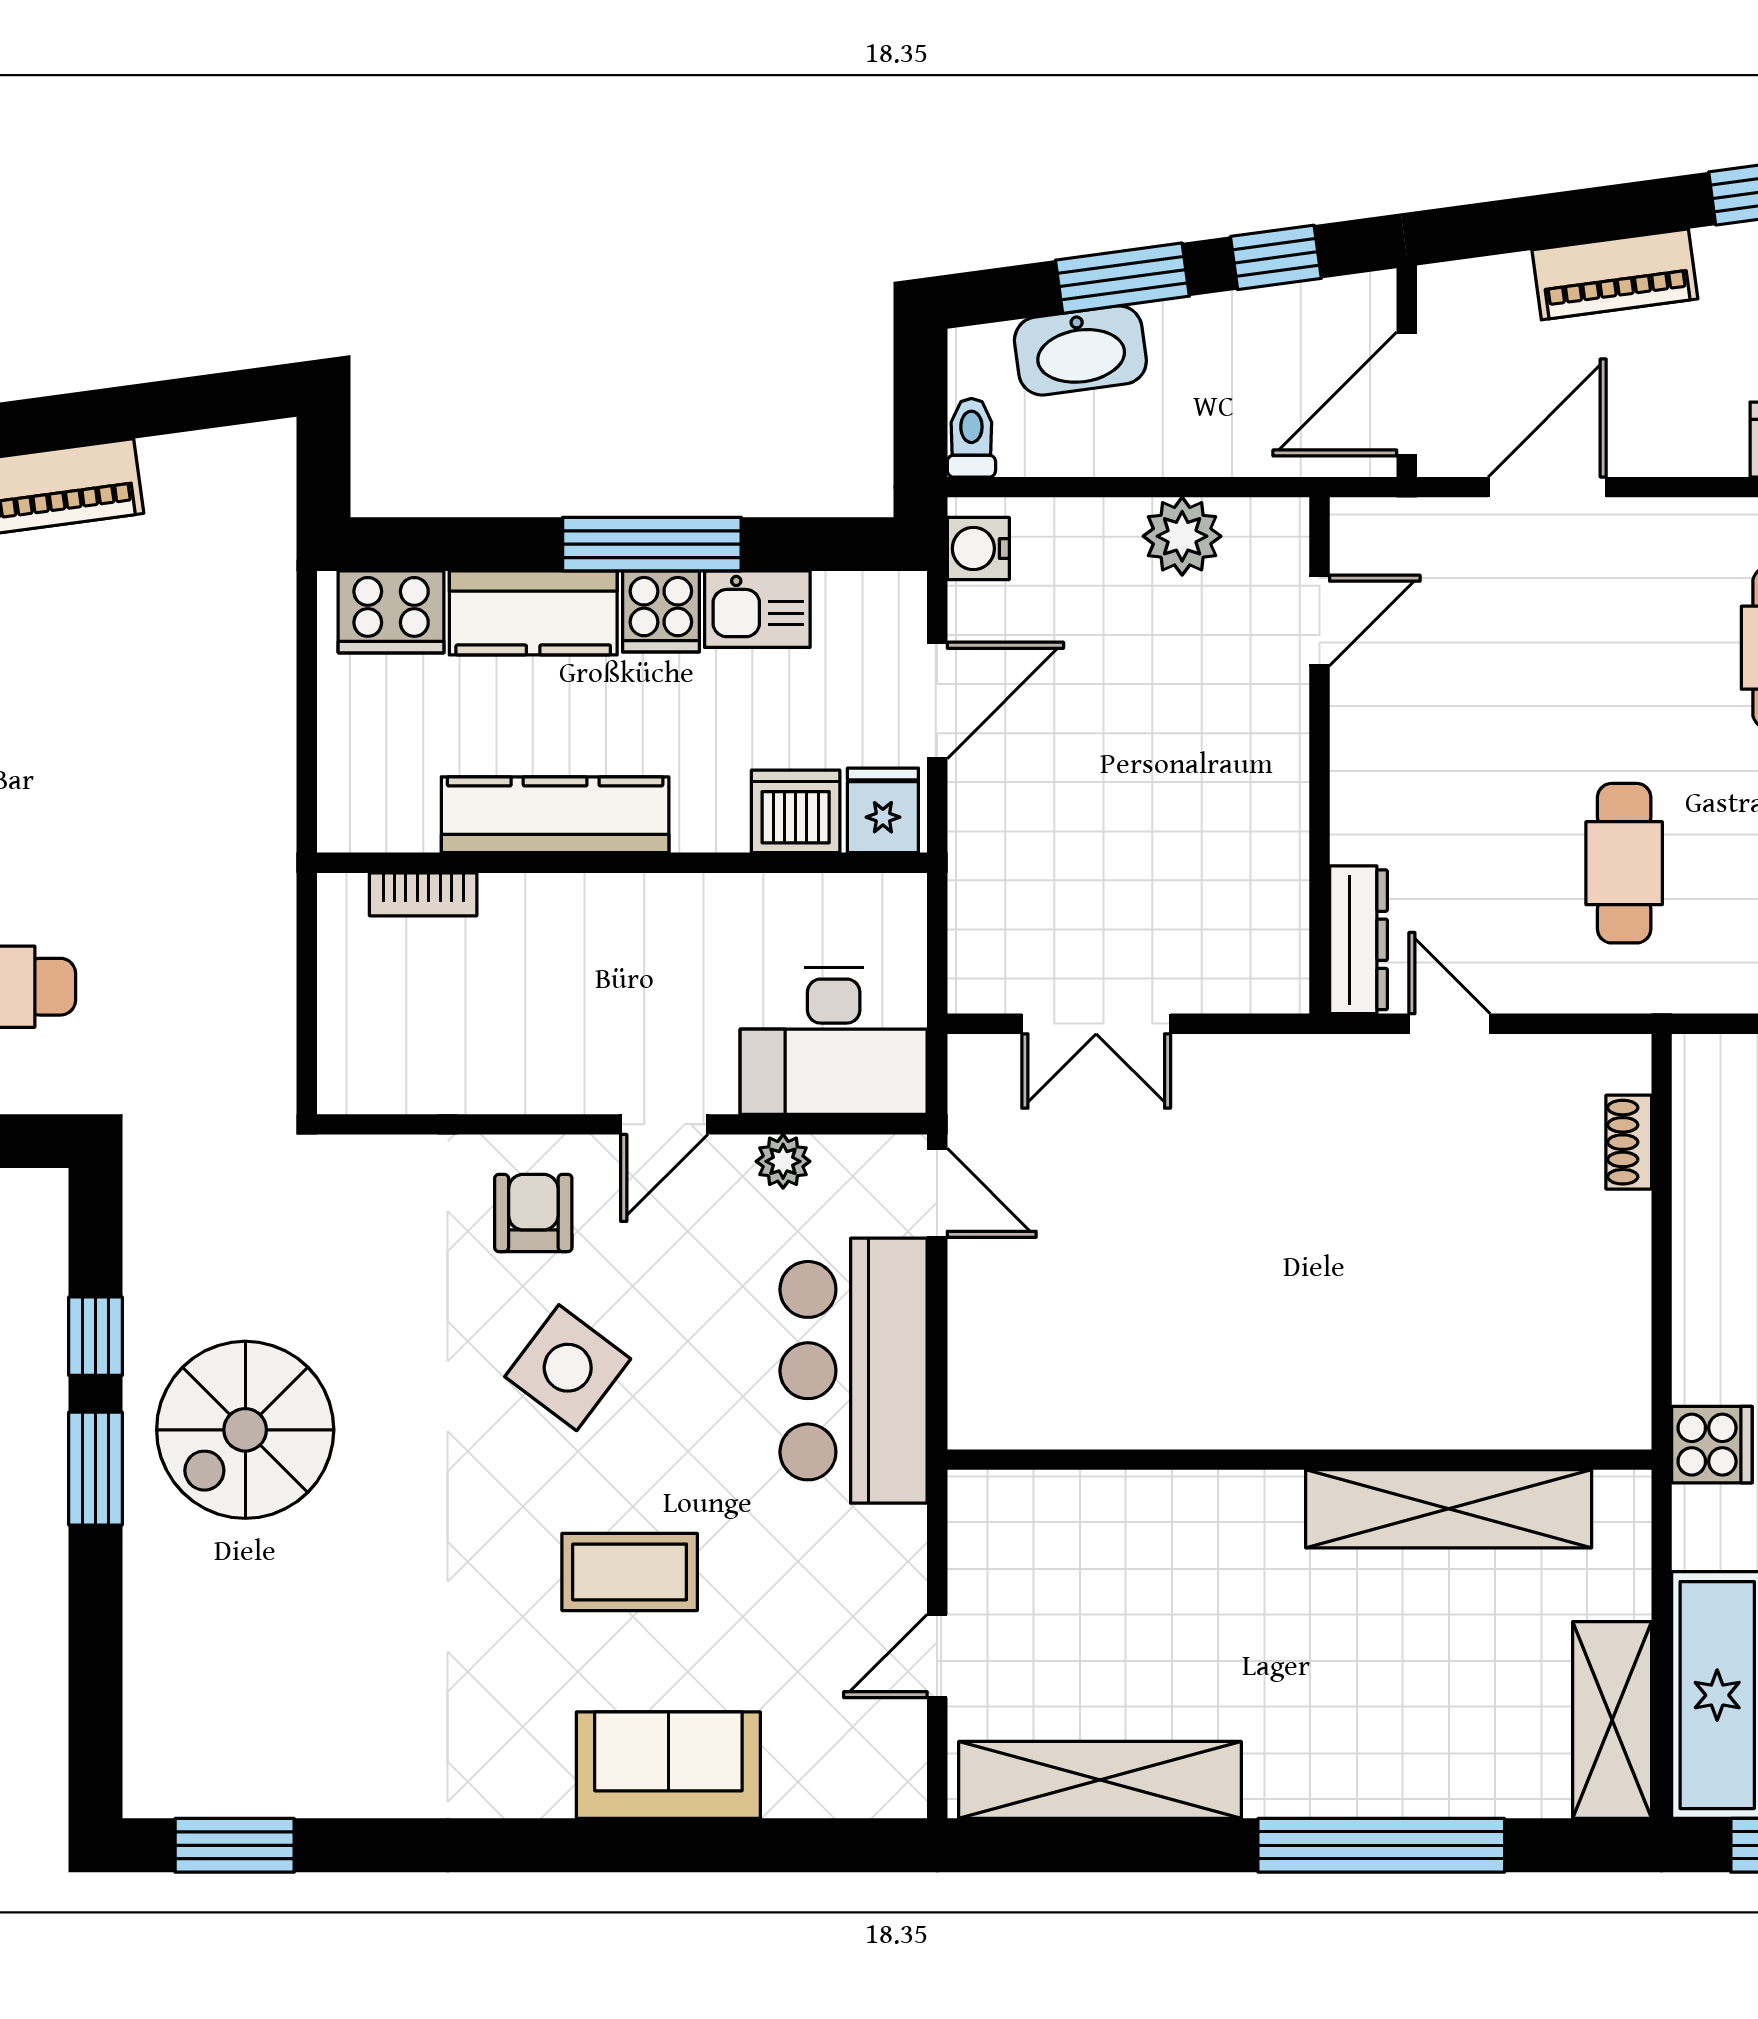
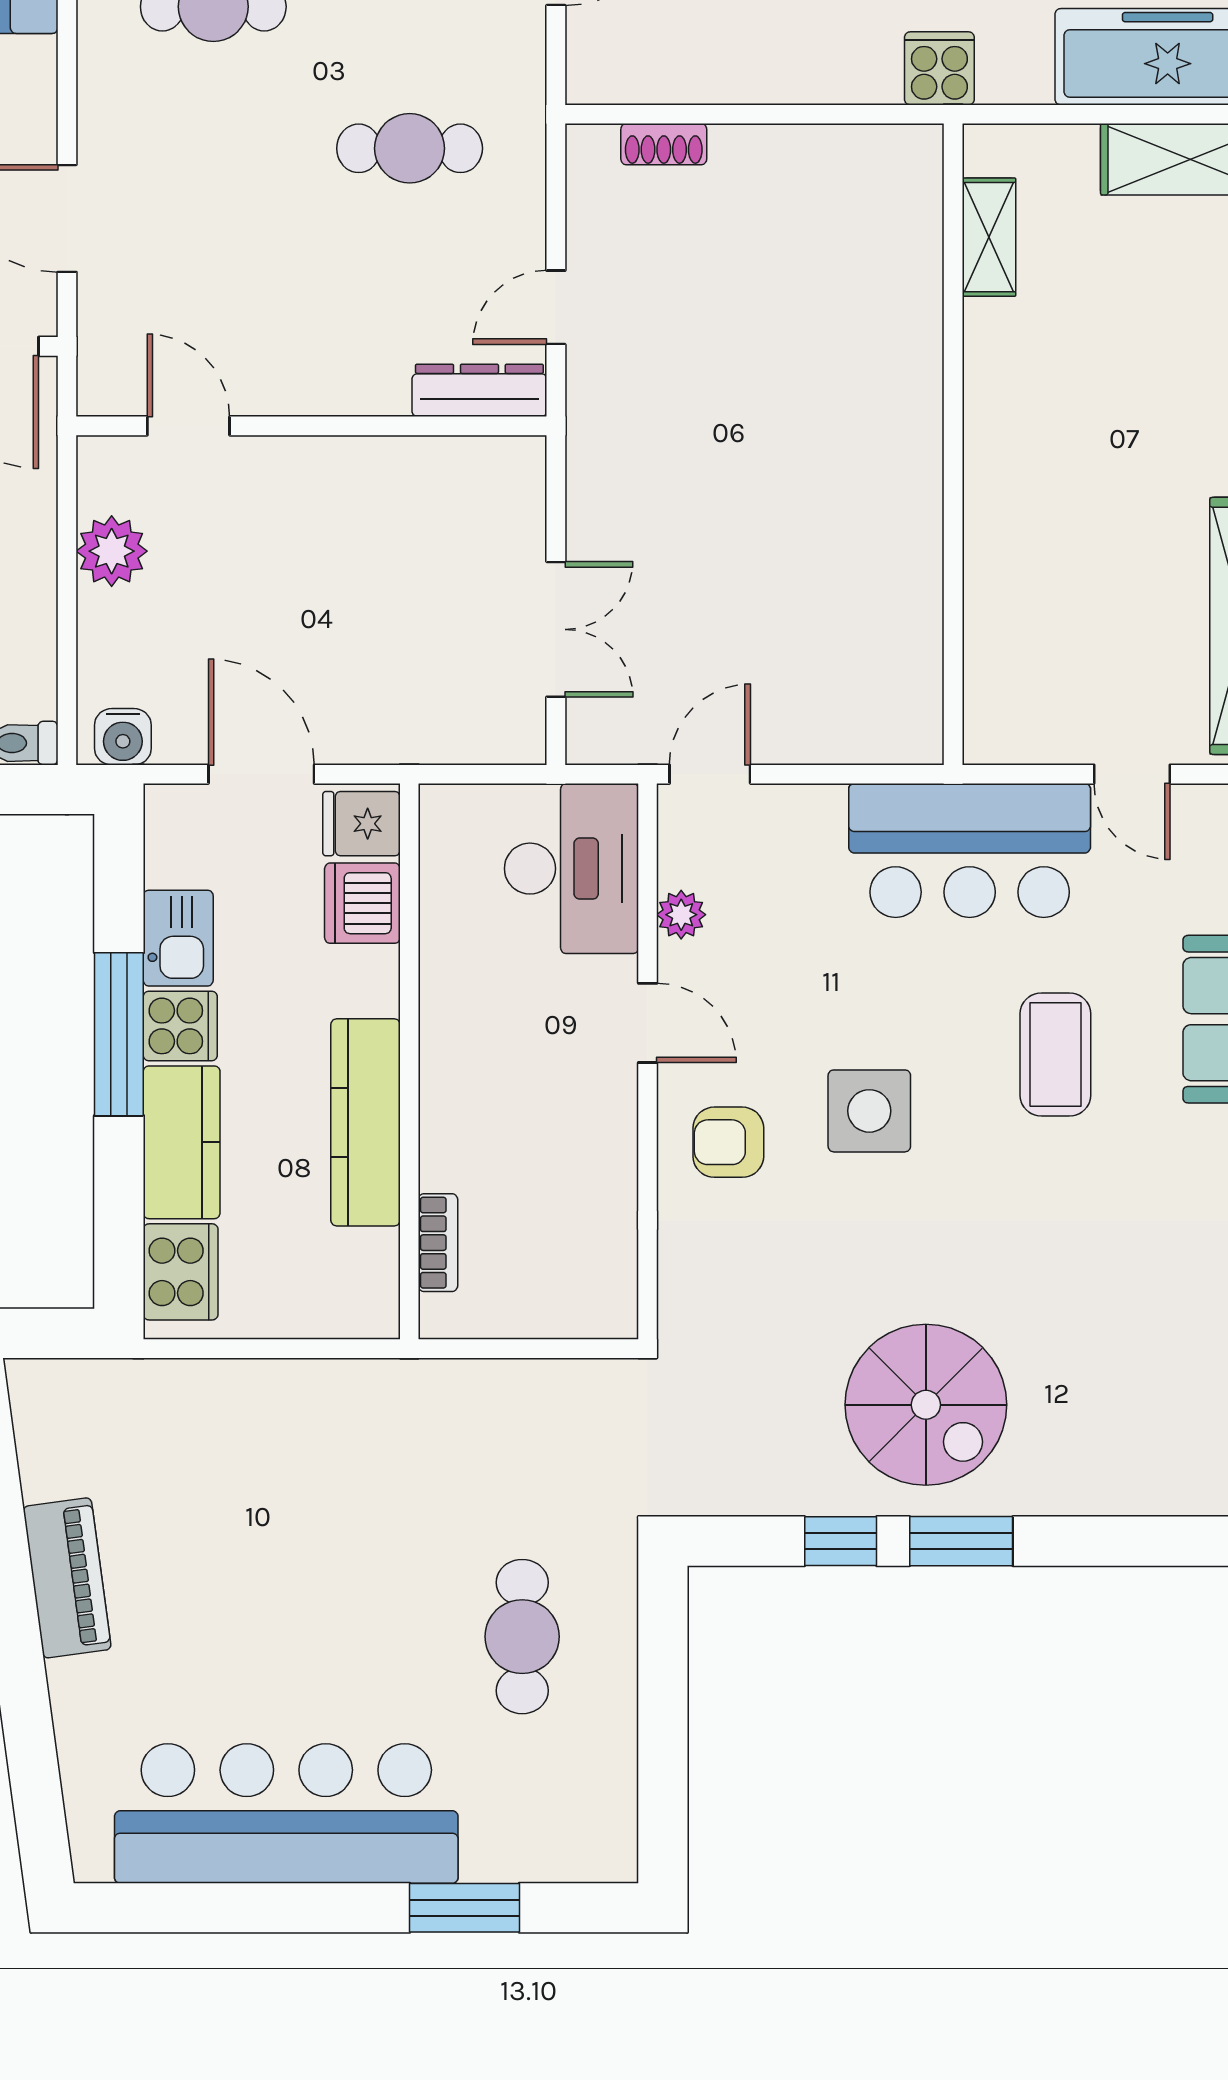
side table: (568, 1368) -> (869, 1111), turned -37
bar counter: (854, 1371) -> (970, 850), moved
shelving: (1449, 1509) -> (989, 237), width x0.45, depth x0.75

